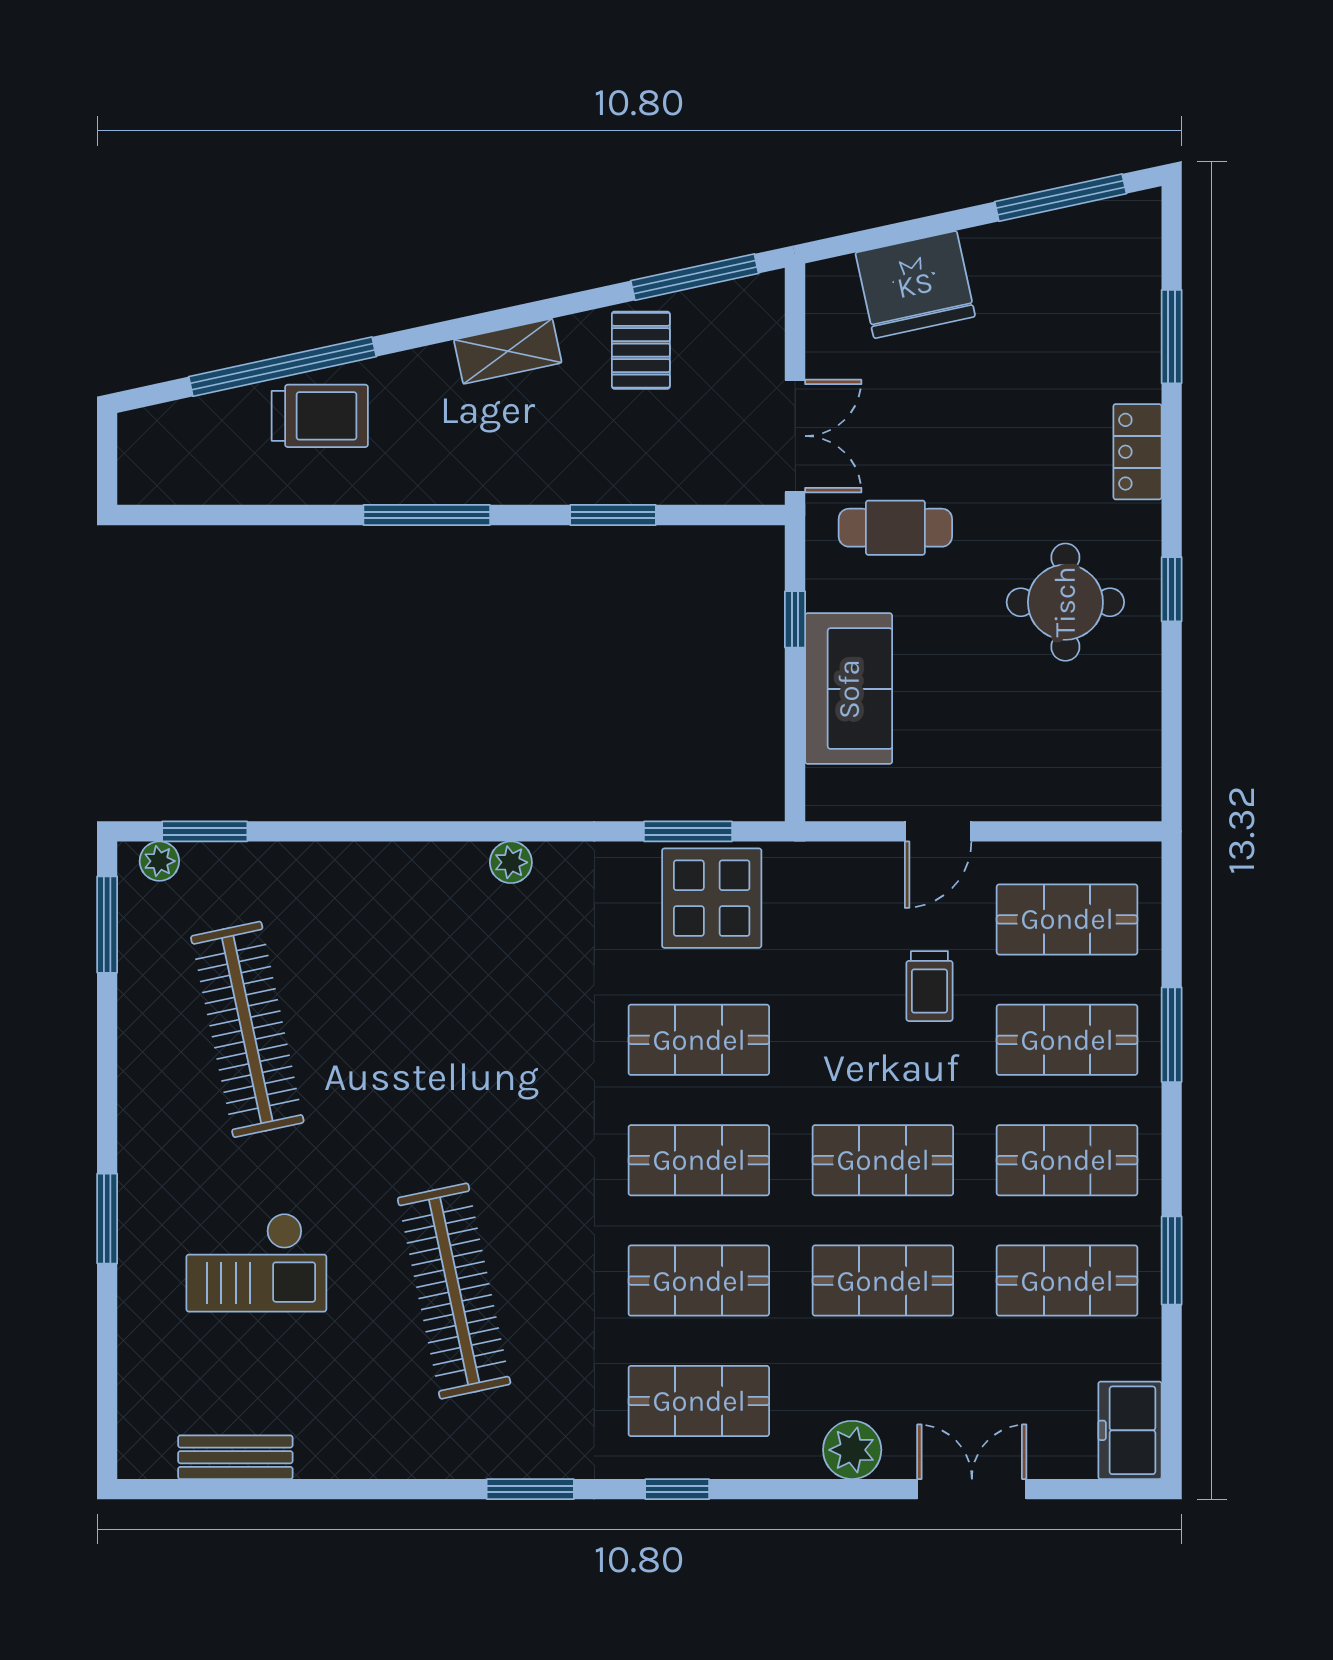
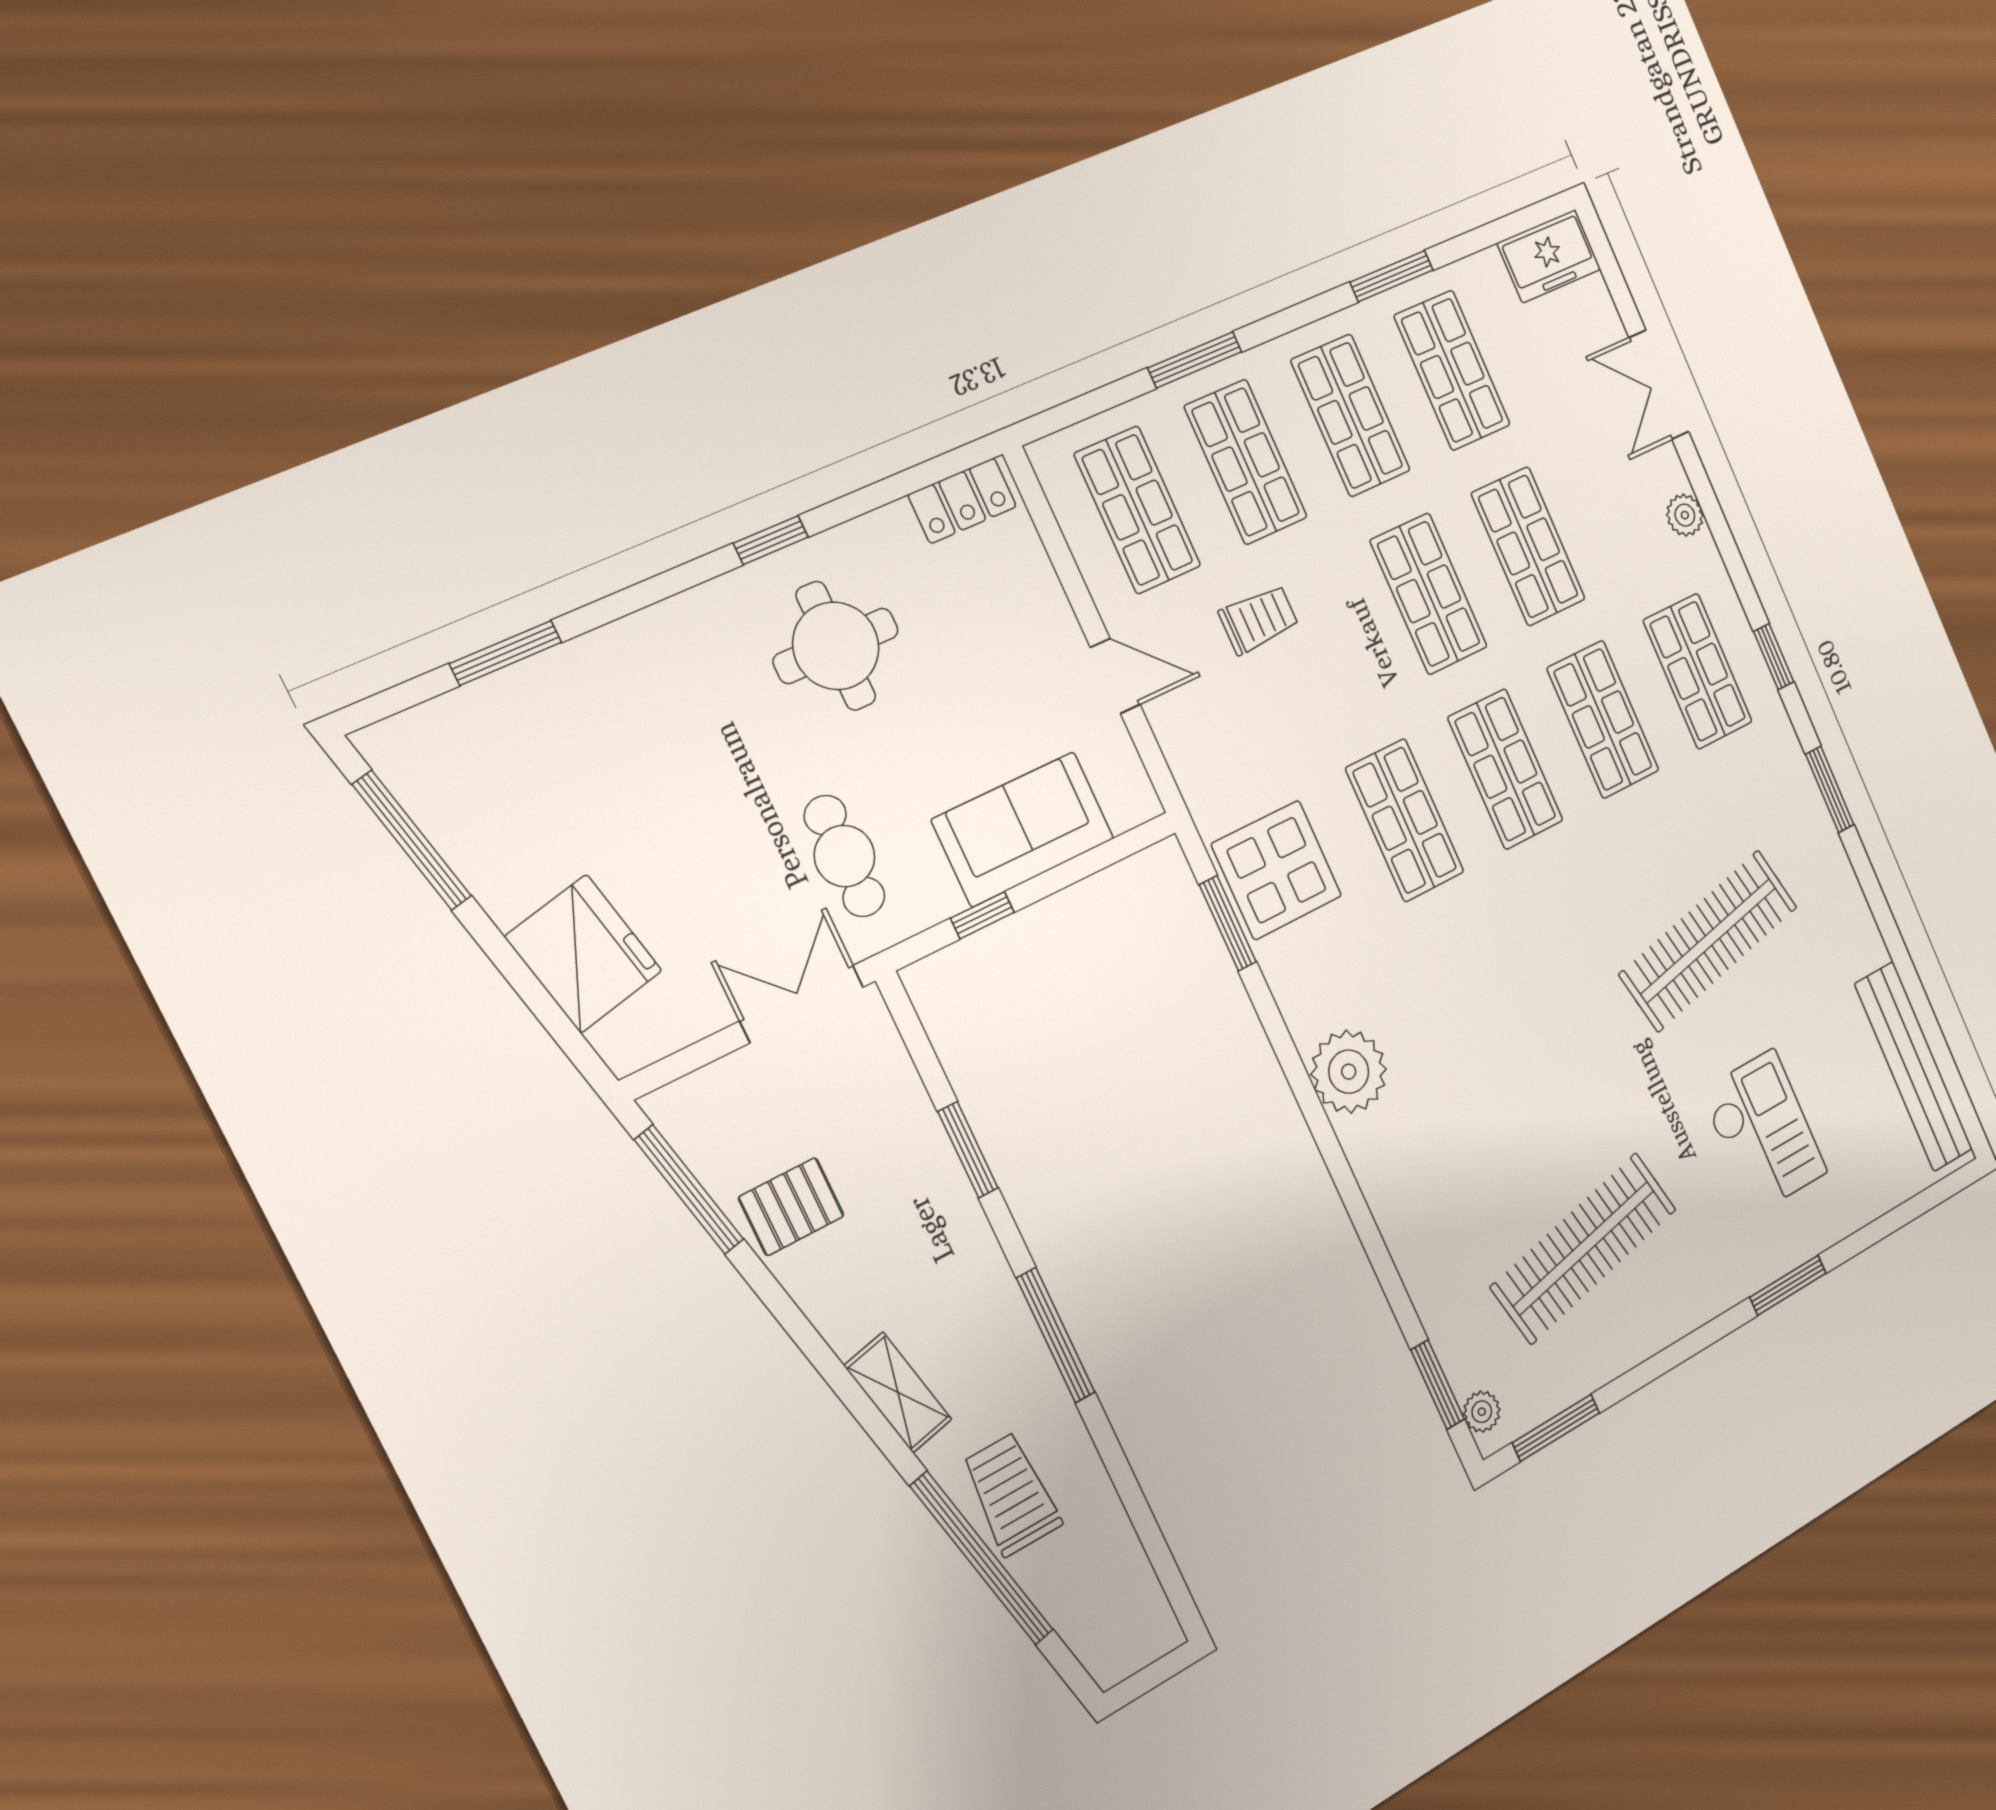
shelving: (508, 351) -> (898, 1393), moved
locker: (1137, 452) -> (962, 501), moved
plant: (511, 862) -> (1349, 1072), width x1.88, depth x1.88
plant: (852, 1450) -> (1685, 515), width x0.73, depth x0.73
bench: (235, 1457) -> (1914, 1067), width x1.86, depth x1.21

